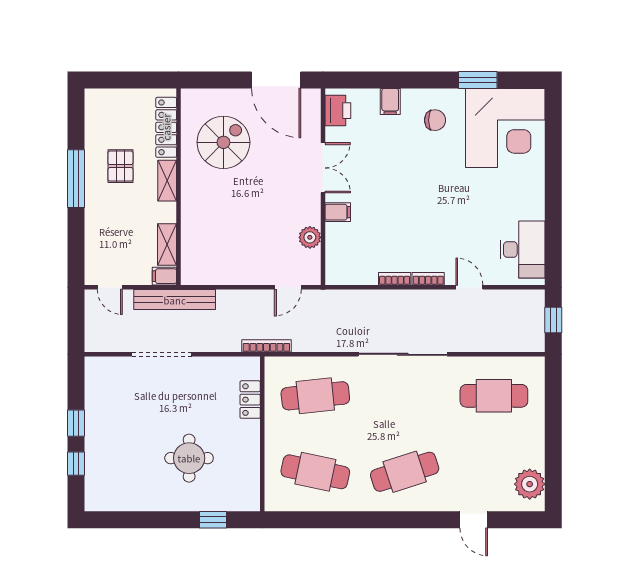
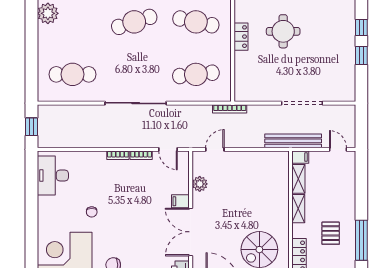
double door: (323, 168) -> (191, 232), width x1.37
window: (76, 179) -> (361, 240), moved
shelving: (167, 181) -> (298, 209), moved
chair: (466, 197) -> (92, 212), added
door: (469, 287) -> (168, 149), moved
locker: (250, 400) -> (241, 37), moved

